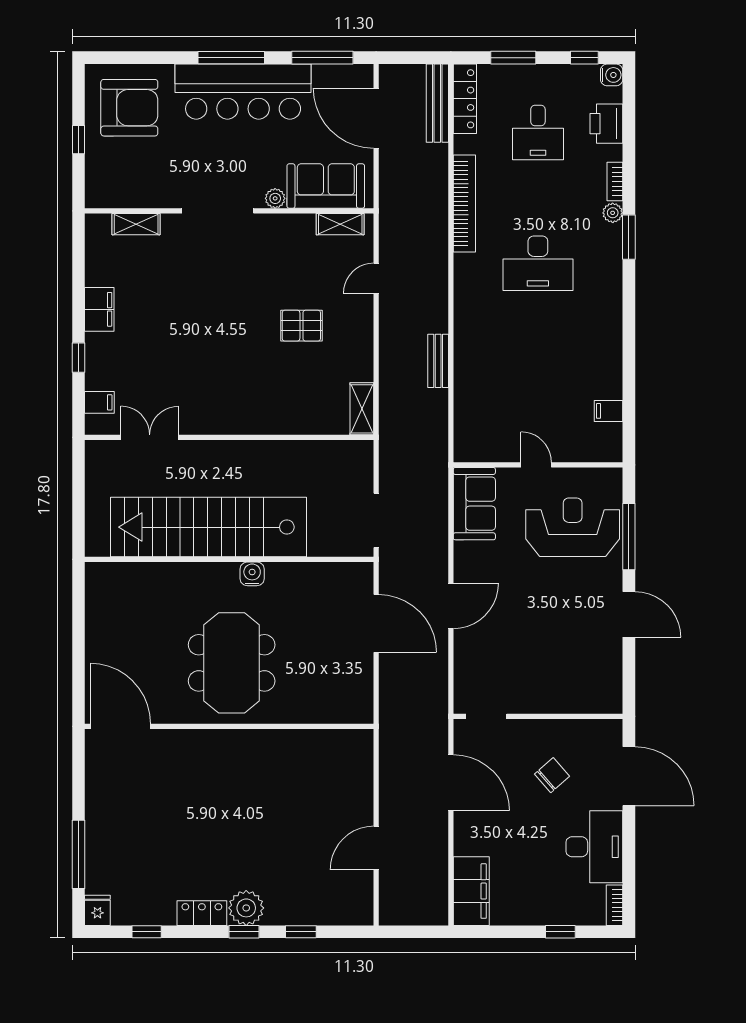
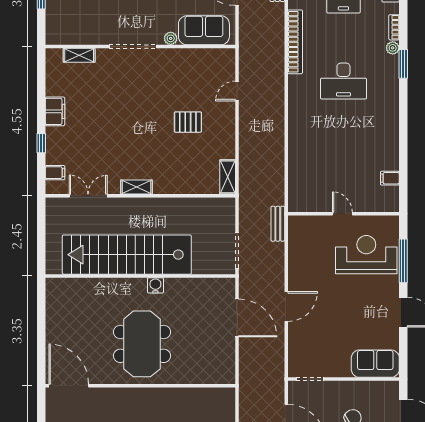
shelving: (340, 224) -> (136, 187), moved
bench: (438, 361) -> (278, 224), moved
sofa: (474, 504) -> (375, 364), moved, turned -90

